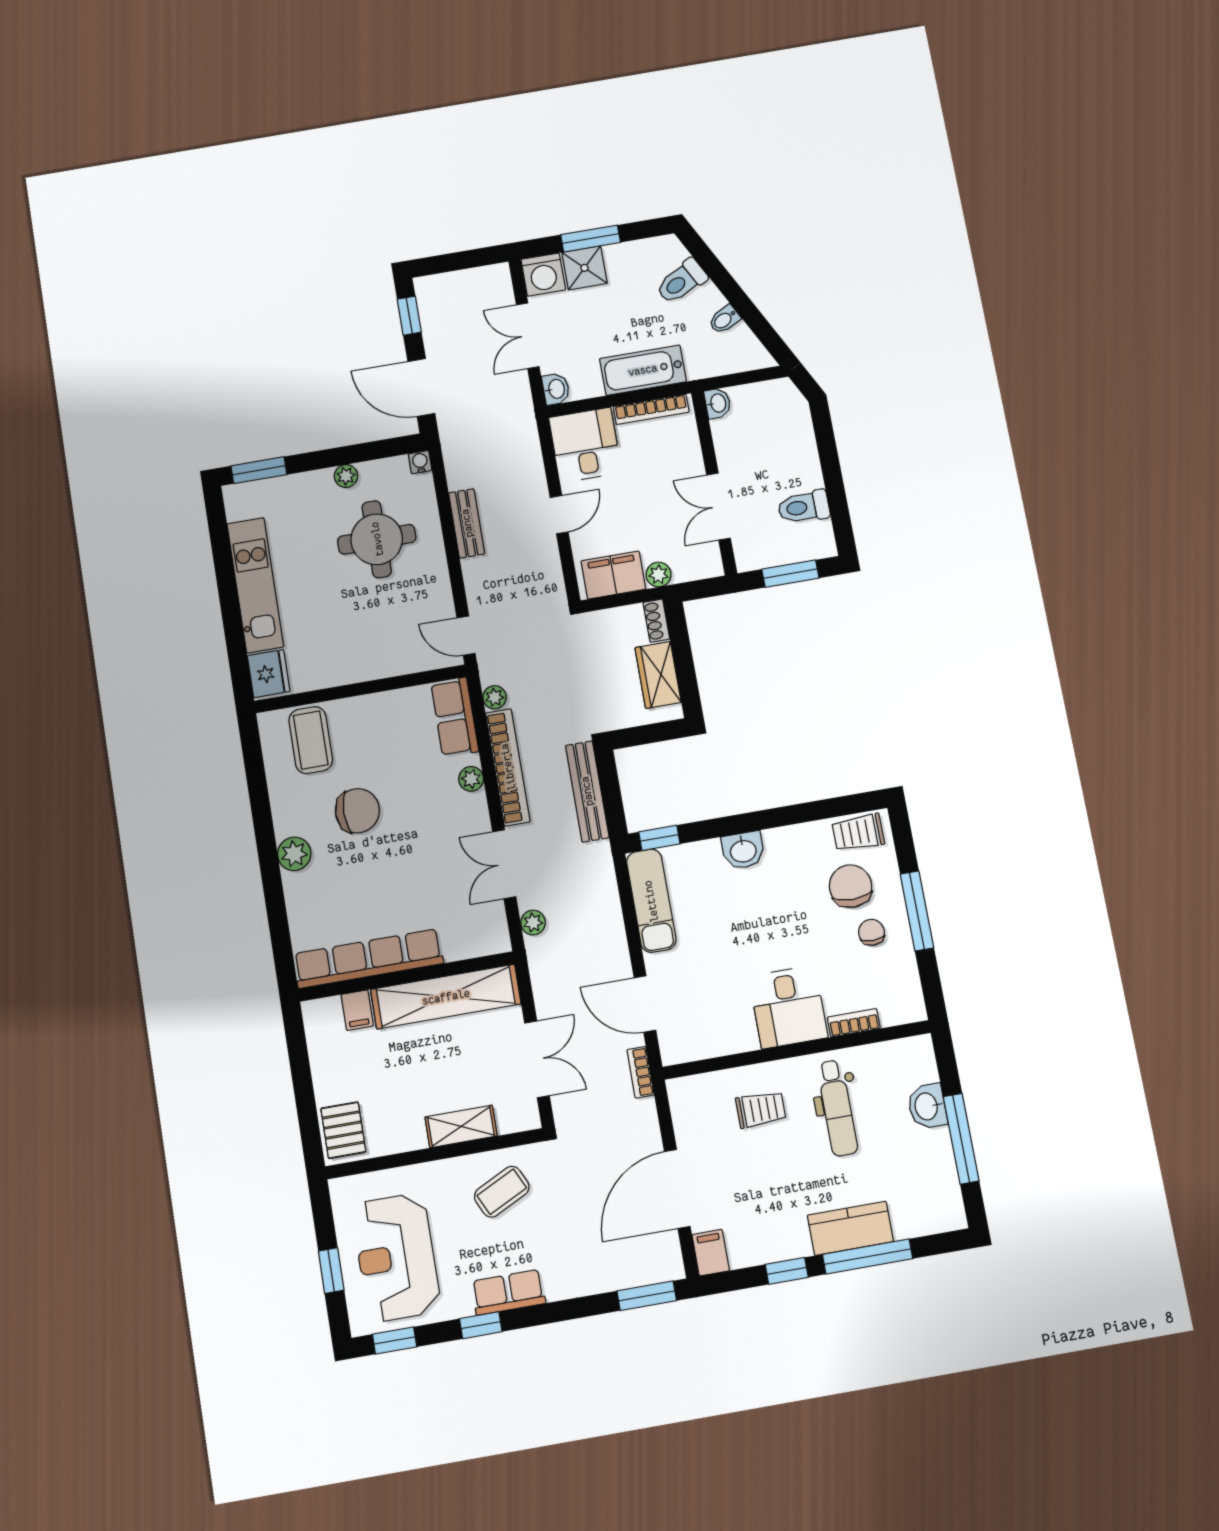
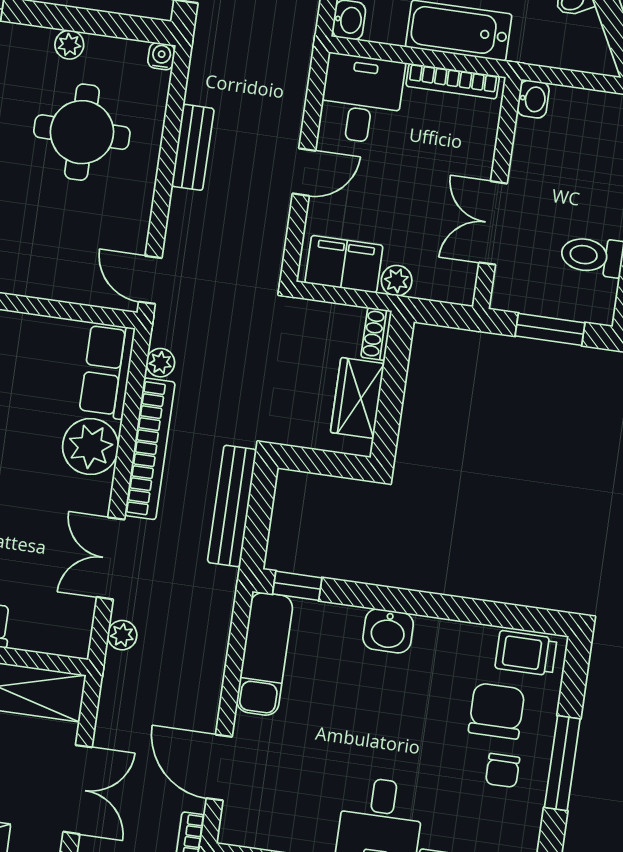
plant: (471, 779) -> (91, 447), width x1.88, depth x1.88
chair: (871, 932) -> (503, 770), turned 180

